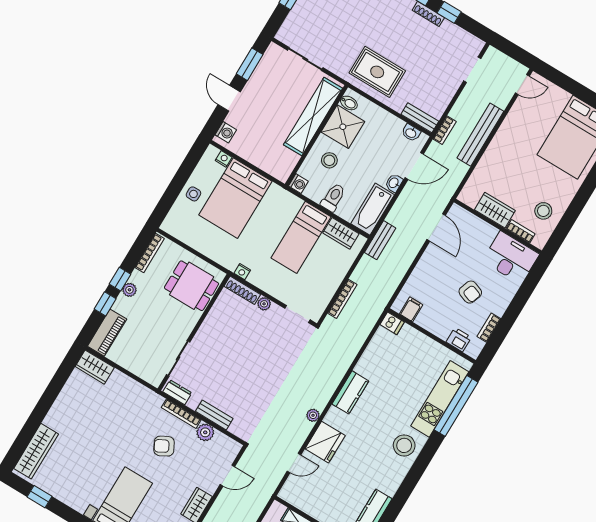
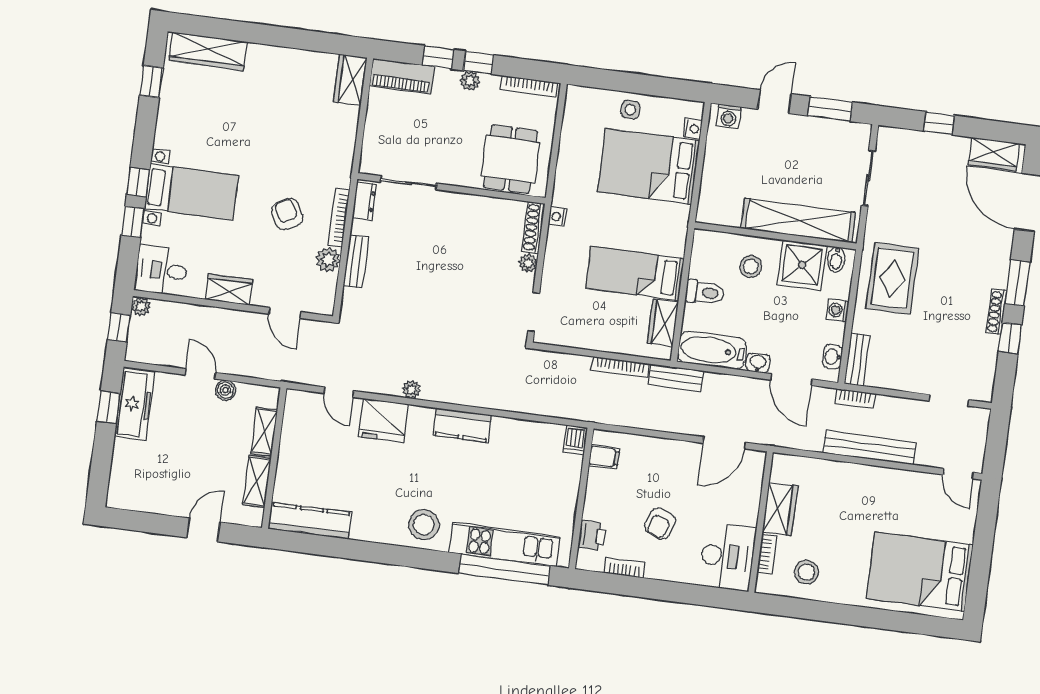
washing machine: (298, 184) -> (838, 310), moved, turned 90
bookcase: (342, 299) -> (620, 367), moved

